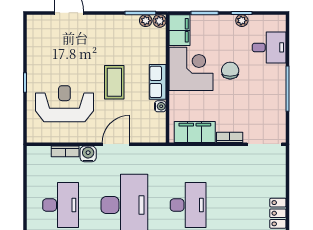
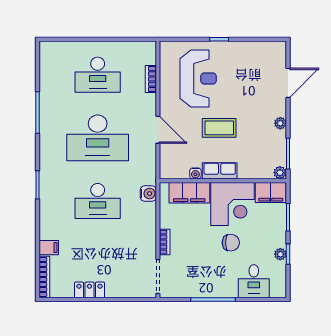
plant: (146, 21) -> (280, 123), moved
filing cabinet: (195, 132) -> (189, 193), moved, turned 90
water cooler: (88, 154) -> (148, 194), moved

